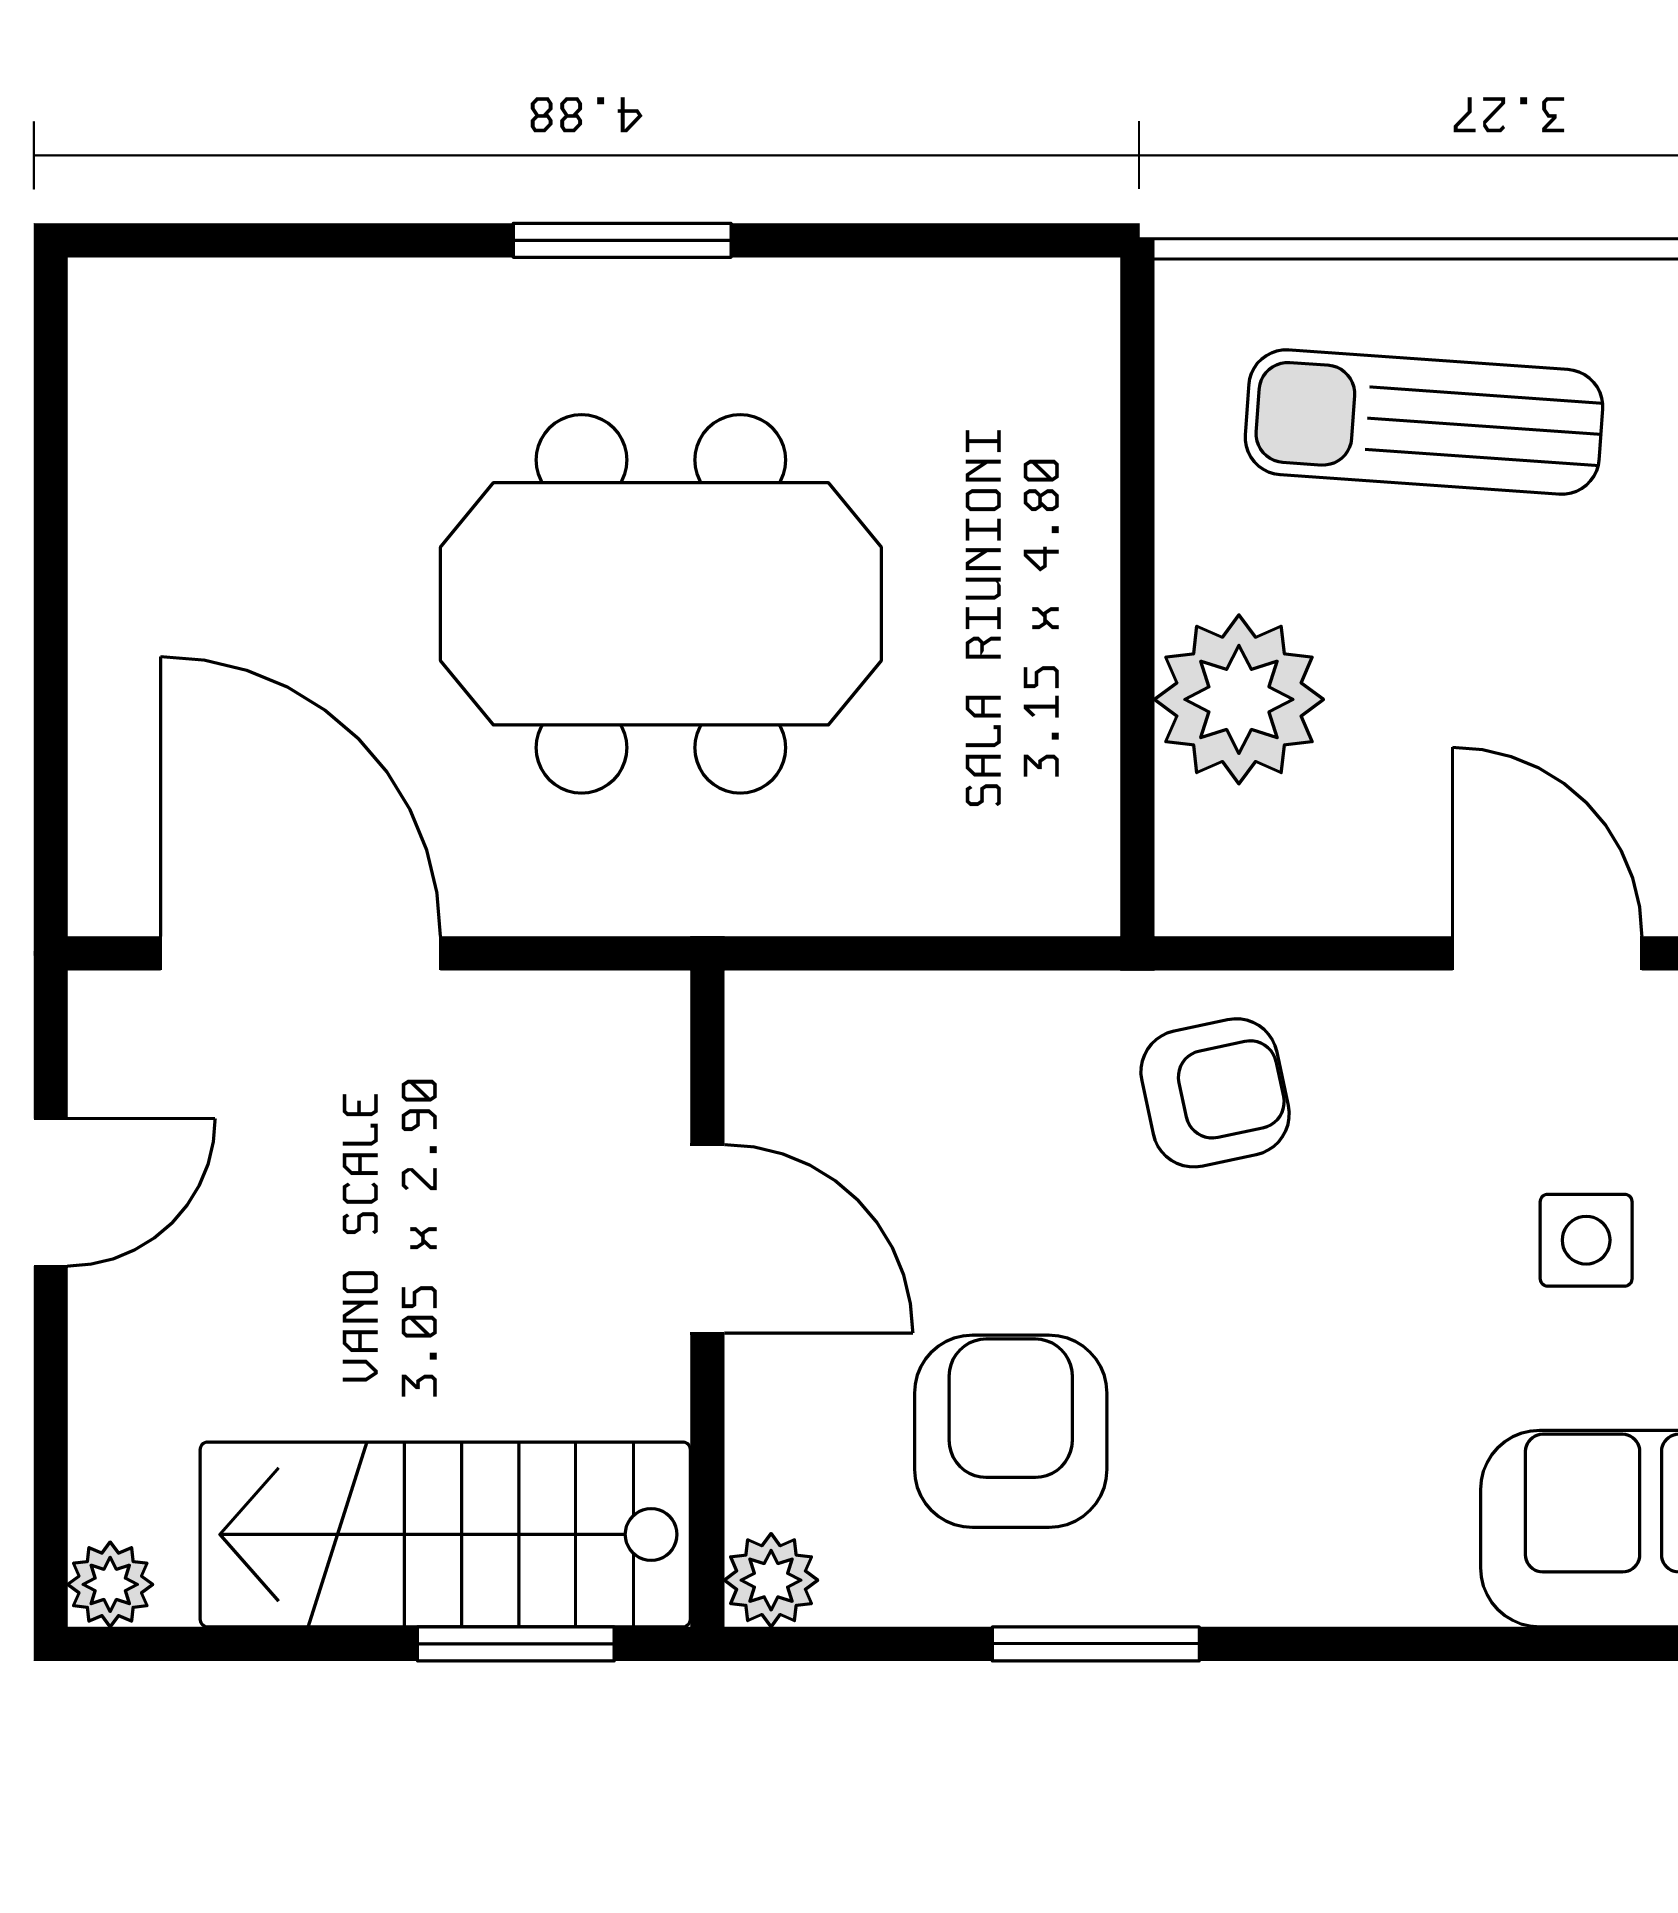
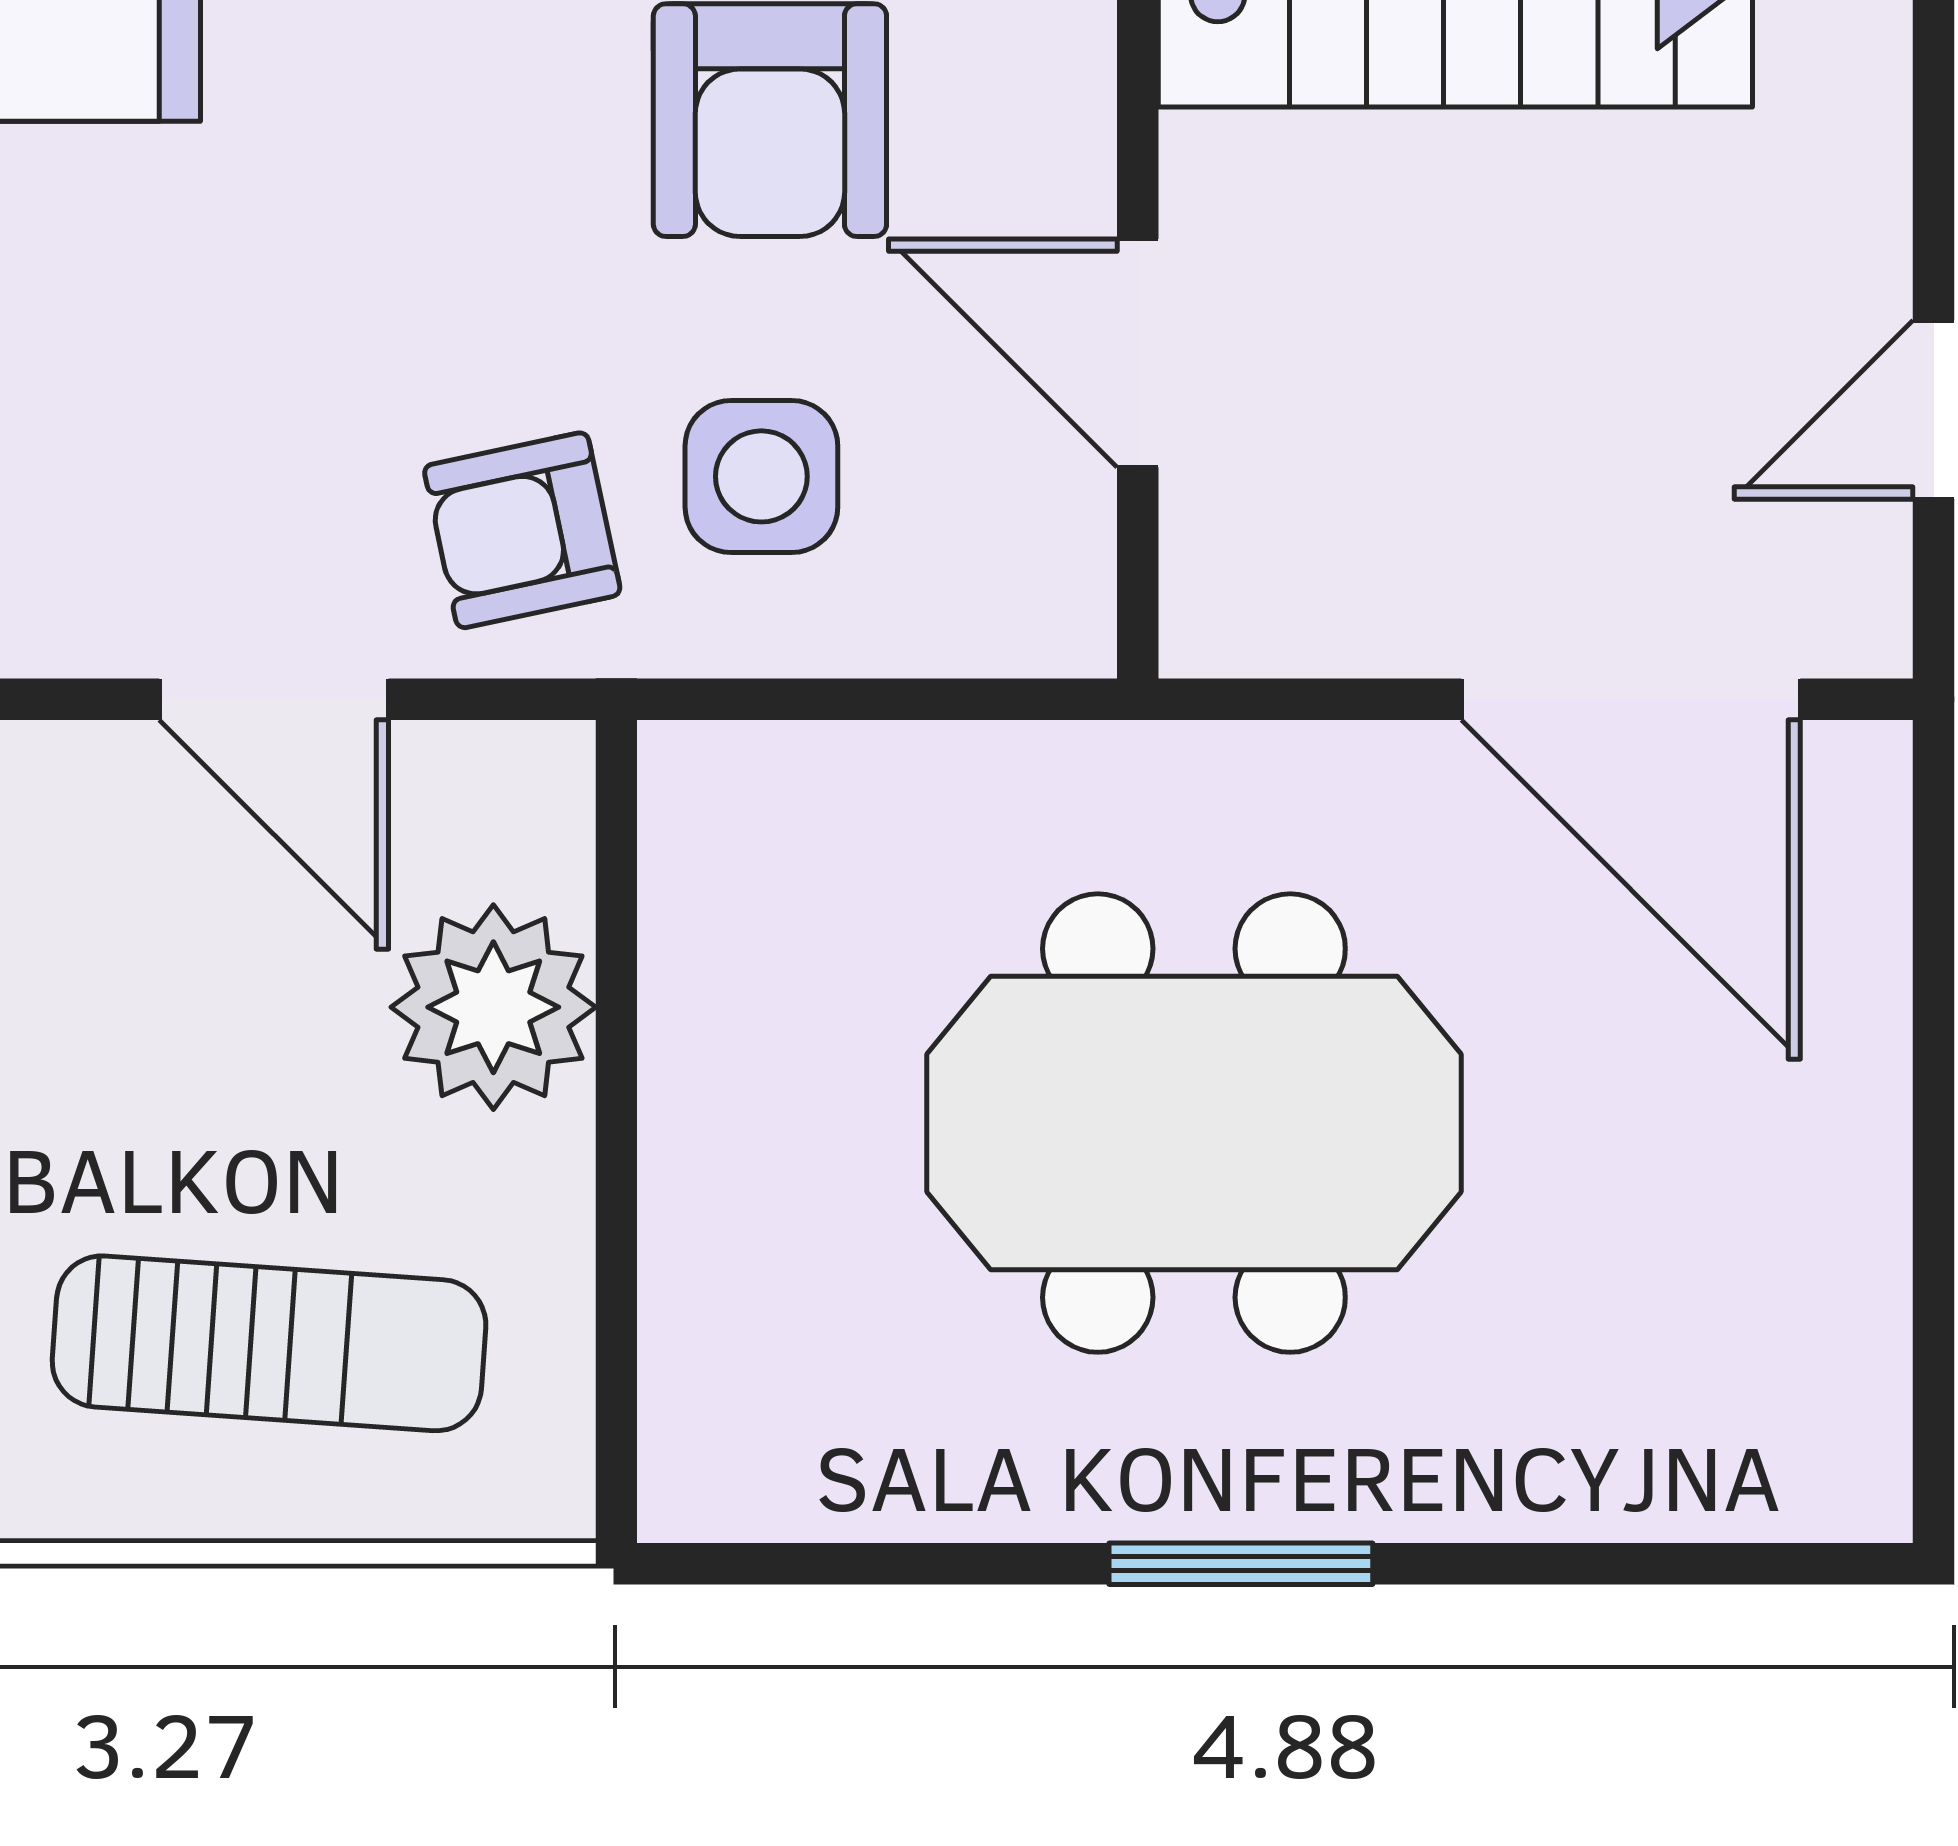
door: (1547, 953) -> (274, 699), moved
side table: (1586, 1240) -> (761, 476), moved, width x1.37, depth x1.37

